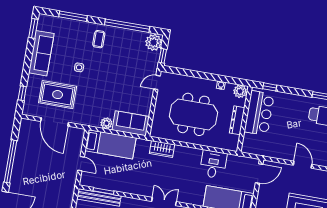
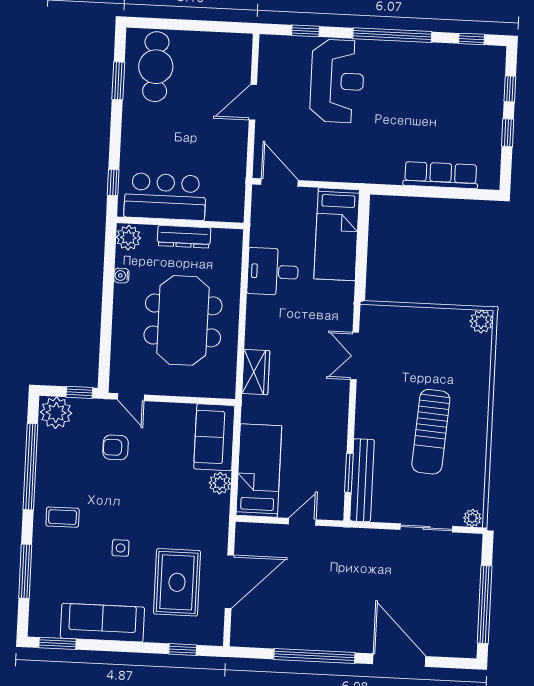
armchair: (132, 71) -> (116, 447), added

